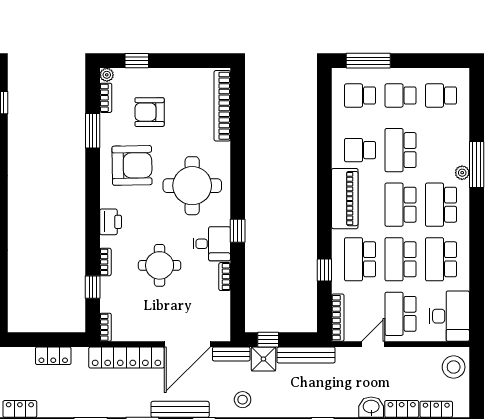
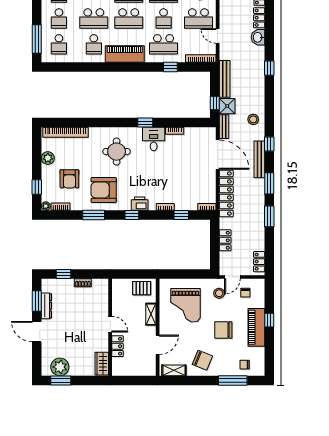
plant: (182, 78) -> (48, 158), added
window: (93, 131) -> (94, 215), moved
armchair: (132, 165) -> (104, 190), turned -89
round table: (192, 186) -> (117, 152), width x0.73, depth x0.73
window: (93, 210) -> (132, 215), added
school desk: (401, 259) -> (164, 18), width x0.54
round table: (160, 265) -> (167, 172), removed

